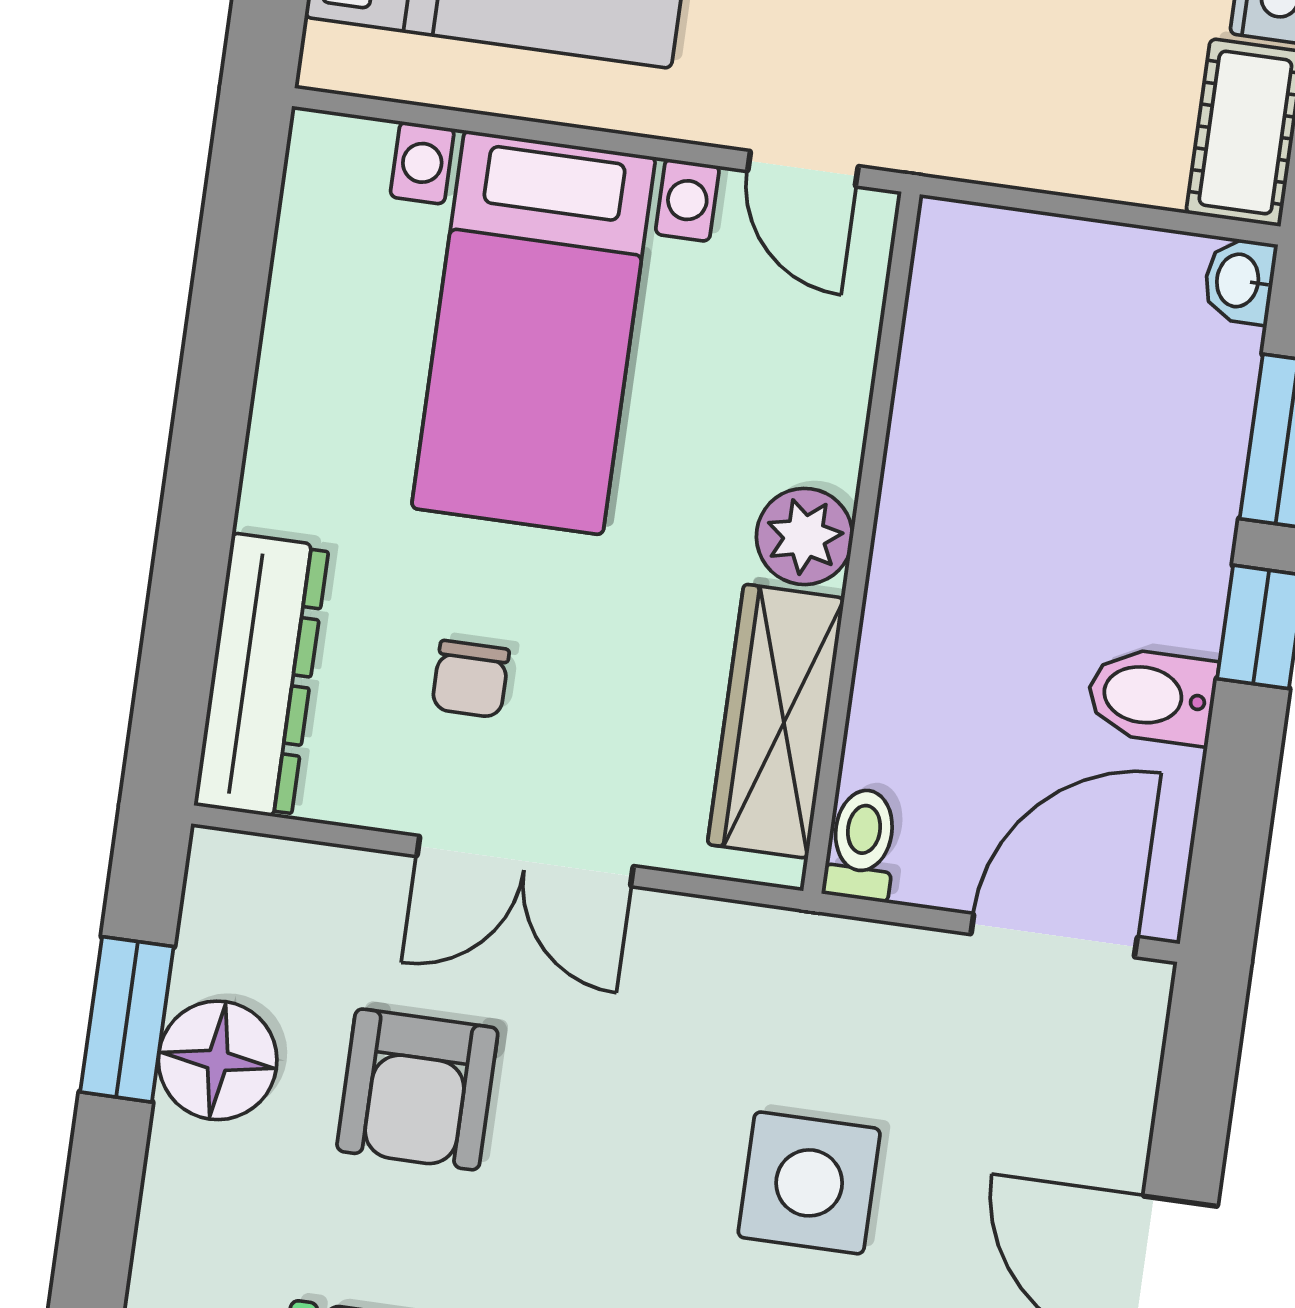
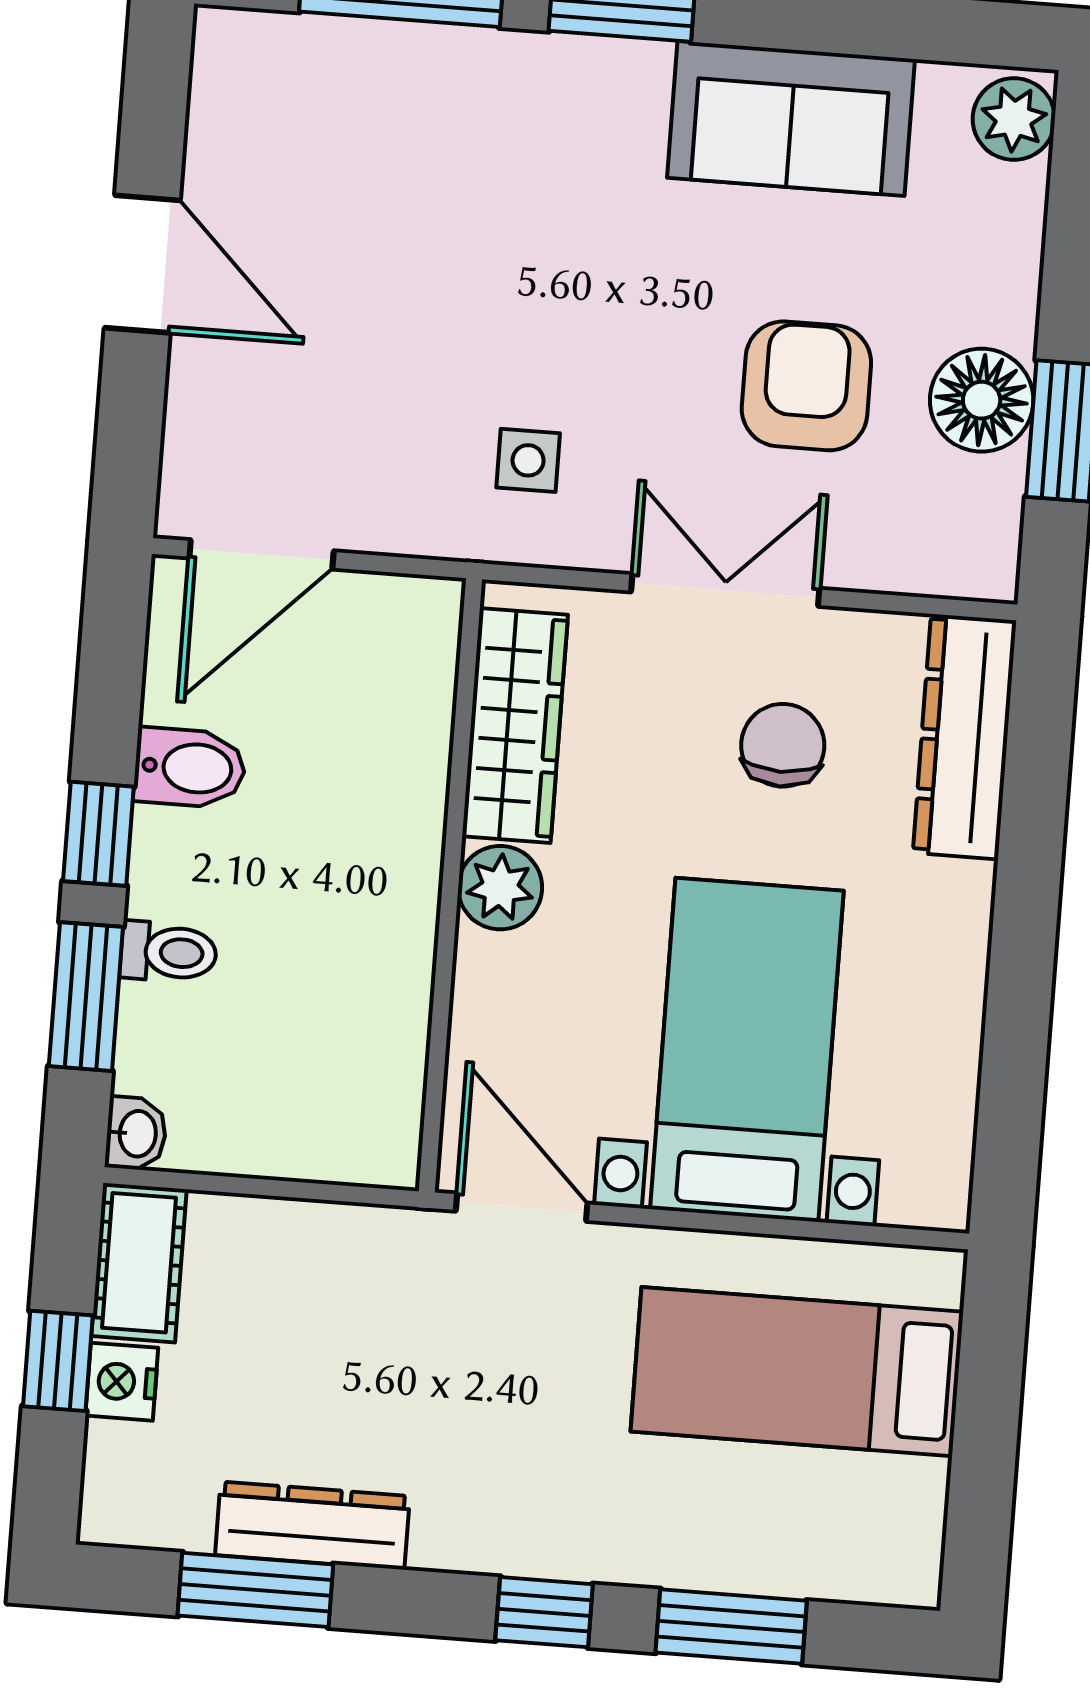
door: (803, 169) -> (522, 1207), width x1.38
chair: (470, 679) -> (783, 745), width x1.37, depth x1.37
toilet: (862, 844) -> (168, 952), moved, turned -90
side table: (809, 1183) -> (528, 460), moved, width x0.54, depth x0.54

